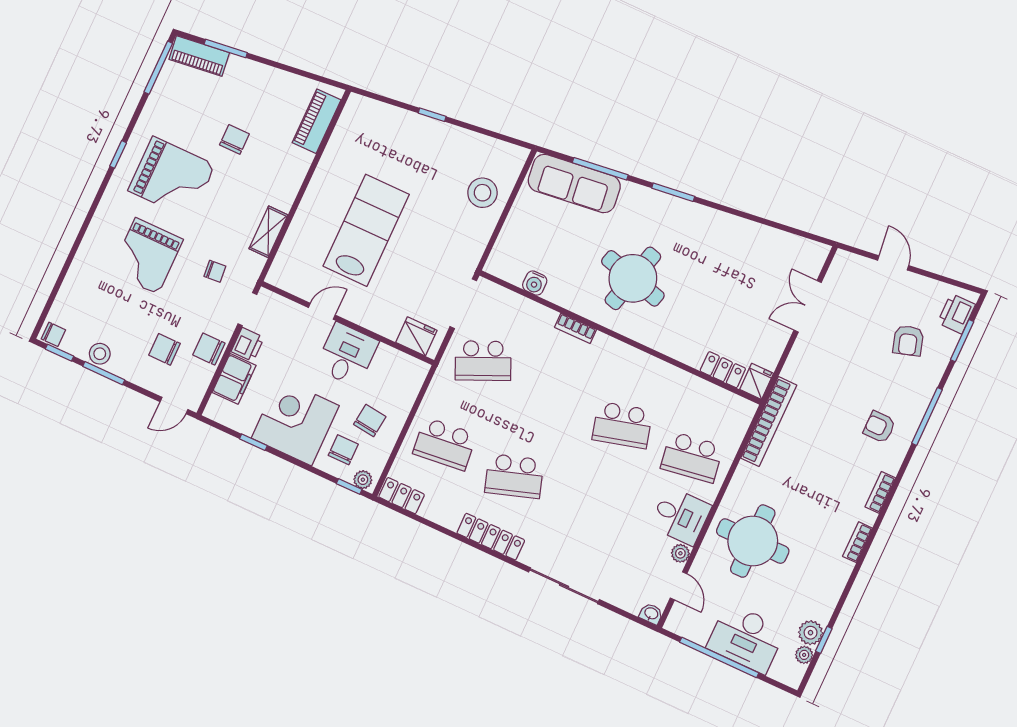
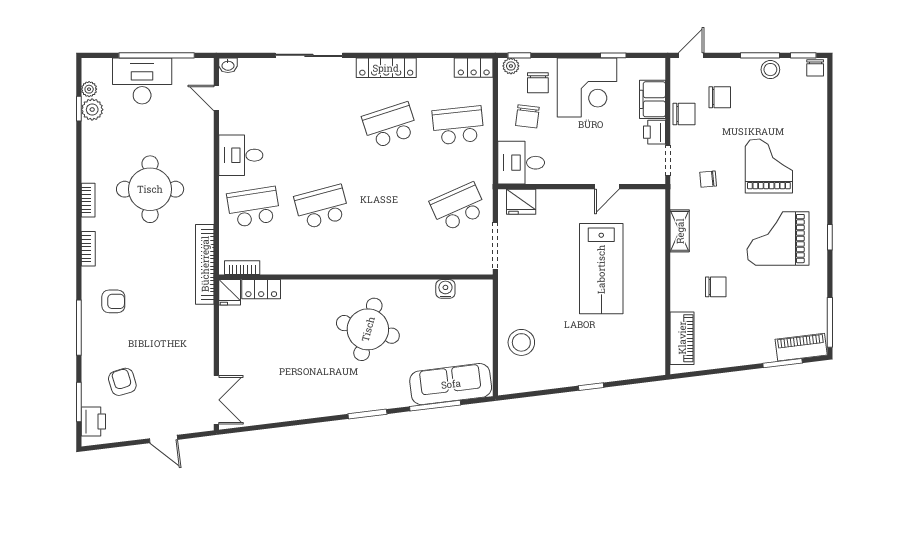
chair: (234, 139) -> (716, 287), moved, turned -90
double door: (808, 306) -> (216, 400), moved
bookcase: (576, 328) -> (242, 268), moved
chair: (53, 334) -> (815, 68), turned -90
desk: (347, 355) -> (521, 163), moved, turned 90
round table: (753, 541) -> (150, 189), moved
plant: (680, 553) -> (227, 125), removed

